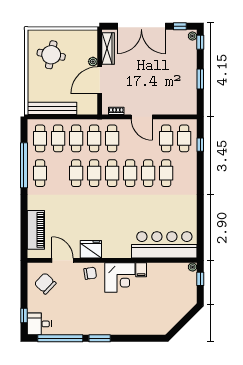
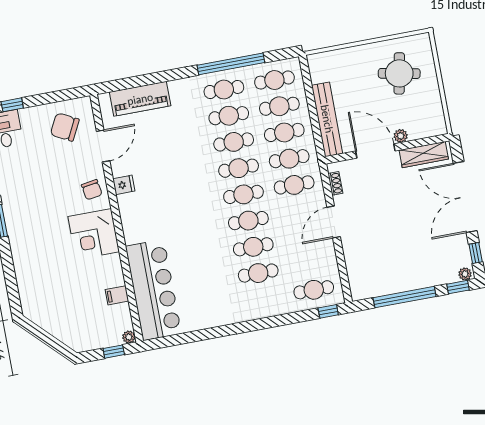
window: (200, 79) -> (405, 297), width x2.11
bench: (52, 108) -> (327, 119), moved
cafe table: (166, 138) -> (229, 116), moved
window: (200, 145) -> (328, 311), moved
fridge: (91, 249) -> (124, 185), width x0.53, depth x0.75
filing cabinet: (141, 270) -> (117, 295), moved
chair: (45, 283) -> (65, 127), turned -107

